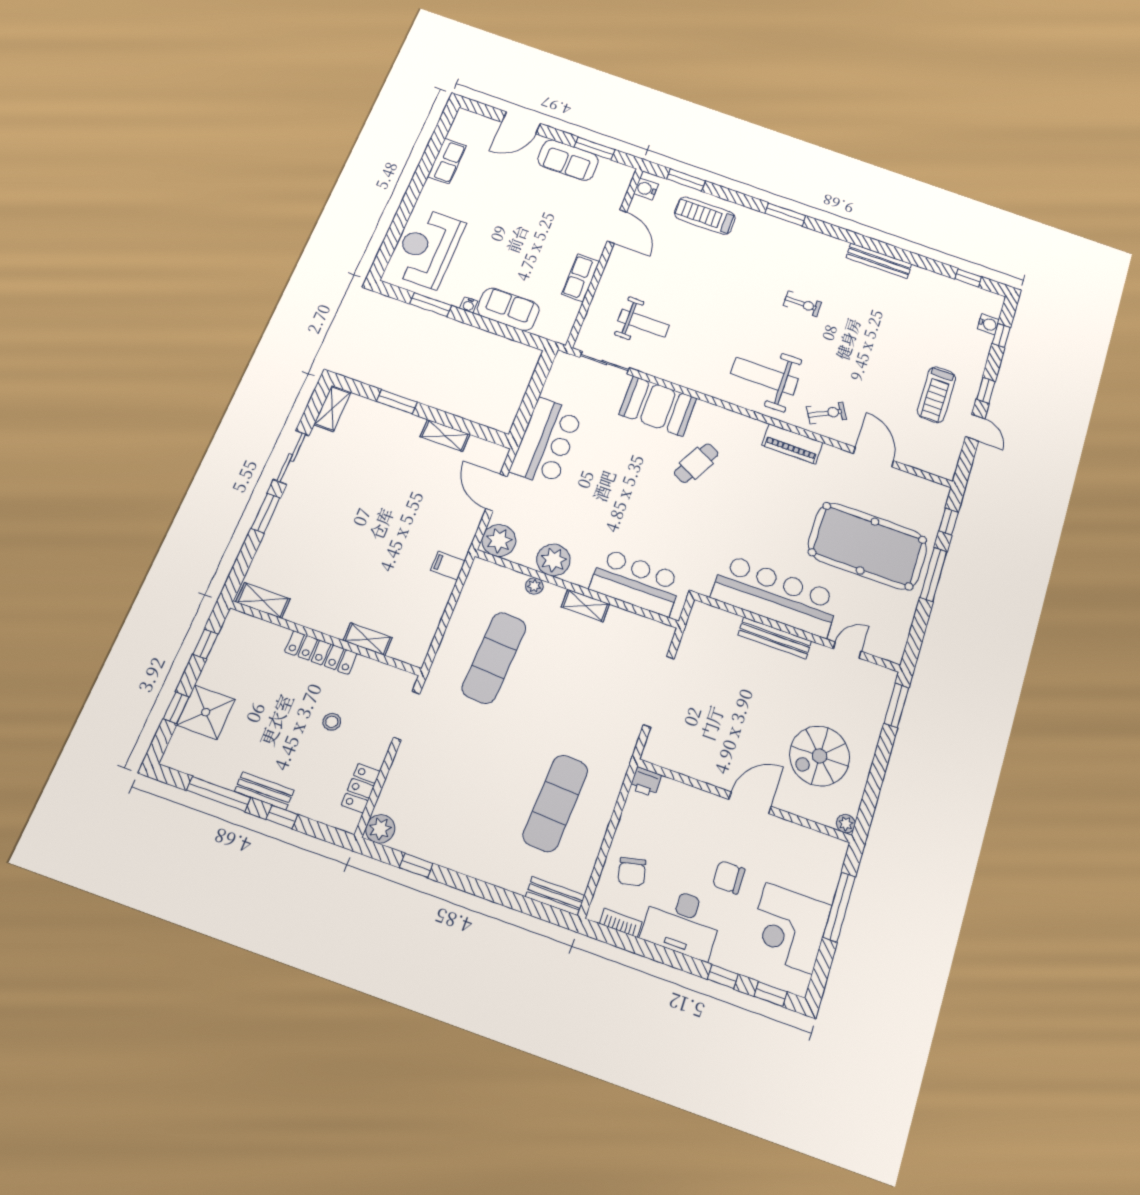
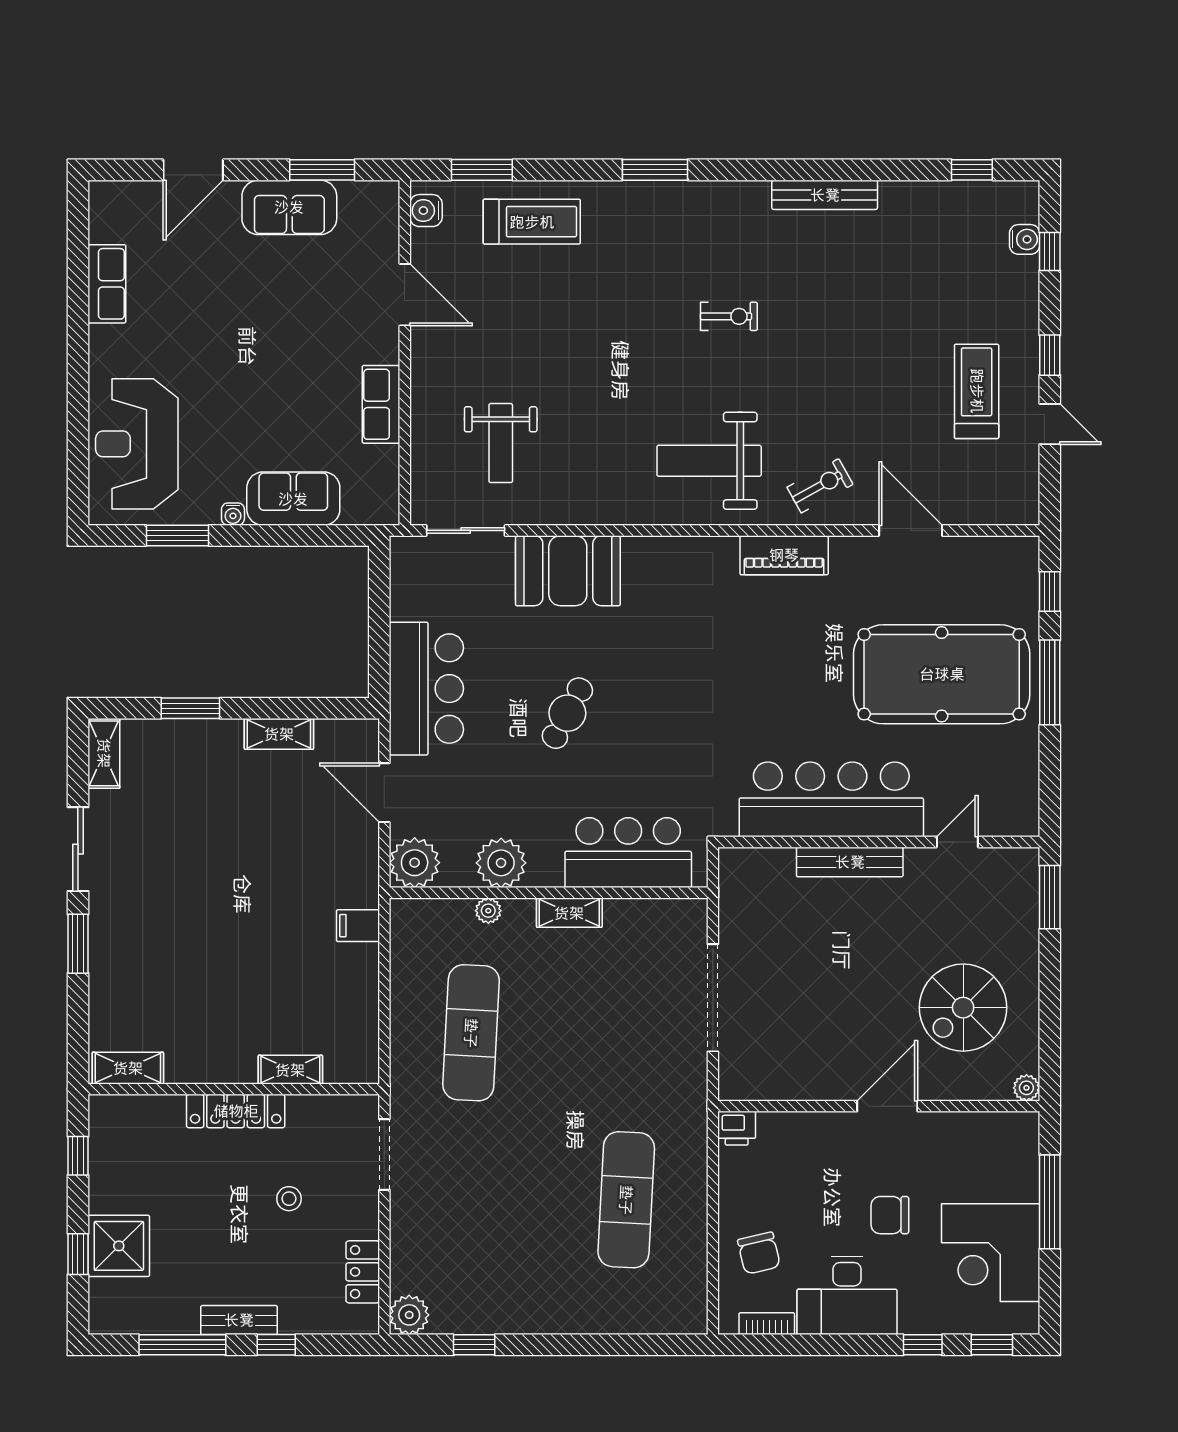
treadmill: (705, 216) -> (532, 222), turned 180
weight bench: (643, 323) -> (501, 443), turned 90
treadmill: (936, 395) -> (977, 391), turned 180
cafe table: (696, 463) -> (567, 713), moved
bench: (555, 896) -> (669, 1320), removed

